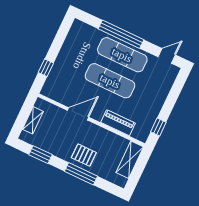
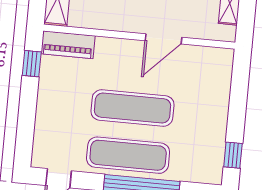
window: (46, 68) -> (233, 155), moved
piano: (118, 123) -> (68, 45), moved

